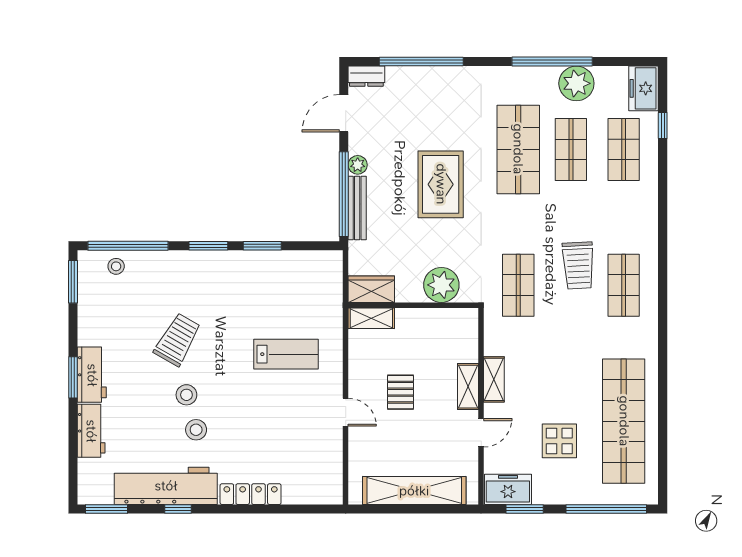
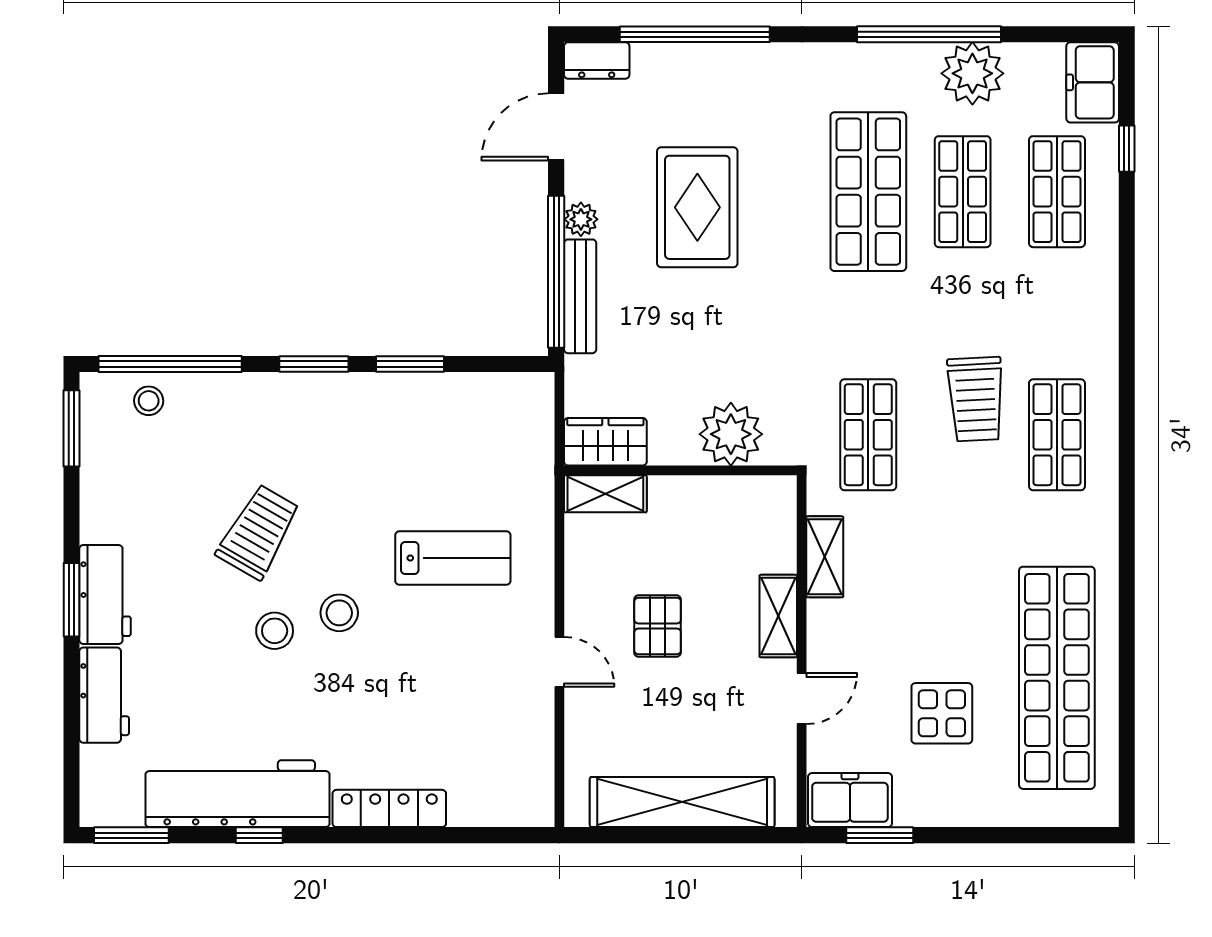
rug: (441, 184) -> (697, 207), moved
shelving: (494, 379) -> (825, 557), moved
stool: (196, 430) -> (339, 613), moved
window: (606, 509) -> (1026, 835), removed

